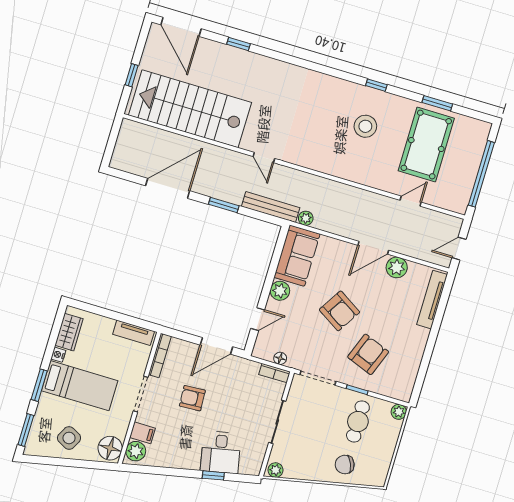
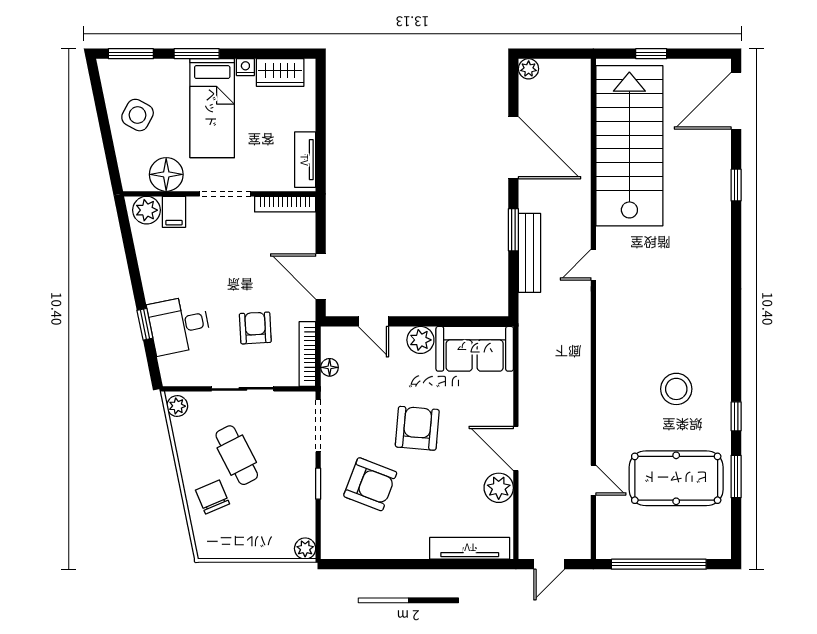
window: (376, 85) -> (736, 416), moved
bench: (271, 207) -> (529, 253), moved
plant: (306, 218) -> (529, 69), moved
door: (459, 249) -> (549, 564), swing flipped
armchair: (340, 311) -> (417, 428), turned 153
bookcase: (275, 373) -> (307, 354), width x1.56
armchair: (192, 398) -> (255, 328), moved
cafe table: (358, 421) -> (237, 455), moved, turned 63
floor lamp: (110, 448) -> (166, 174), moved

